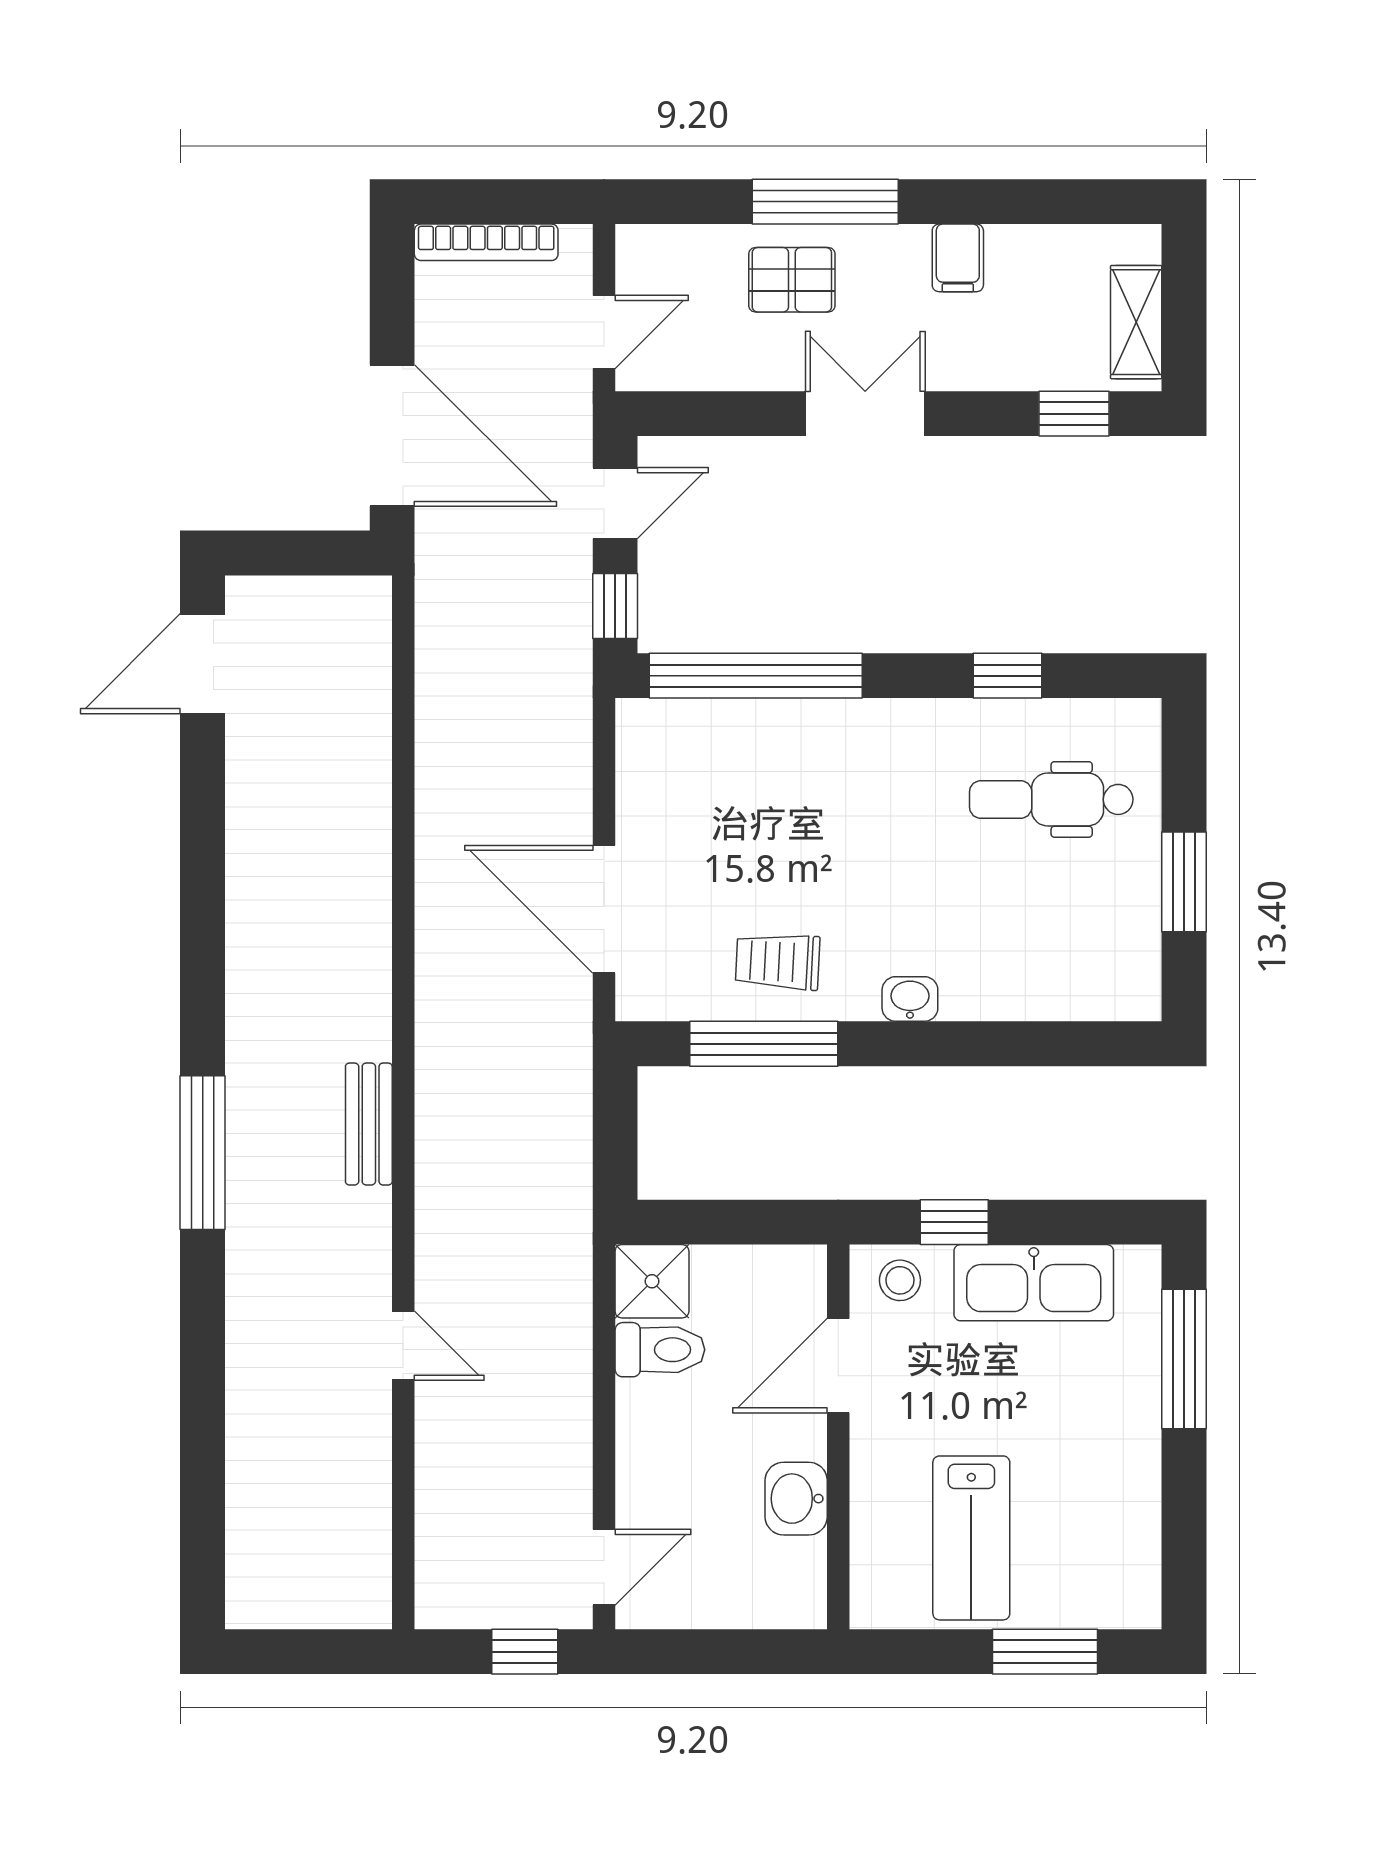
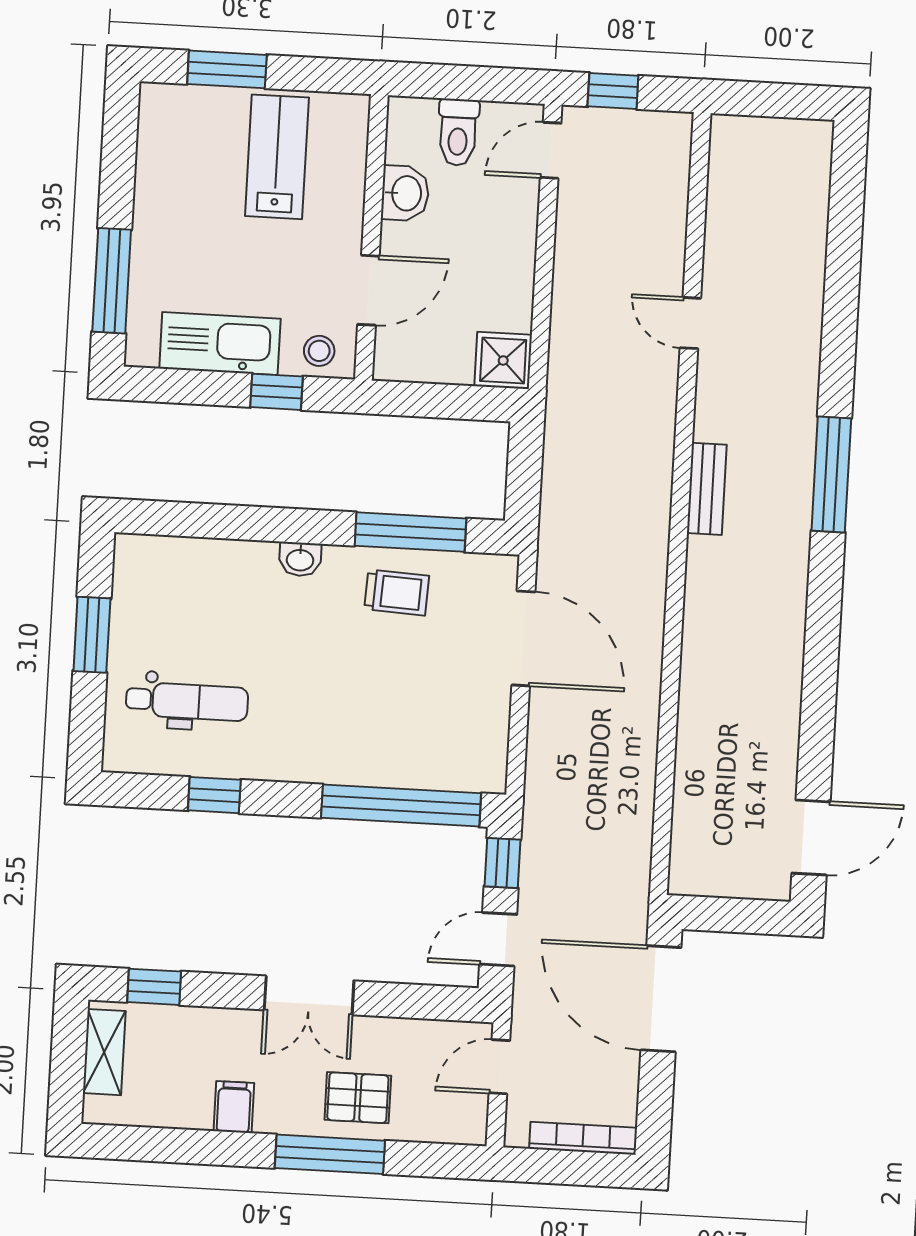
toilet: (660, 1350) -> (458, 132), moved, turned -90

